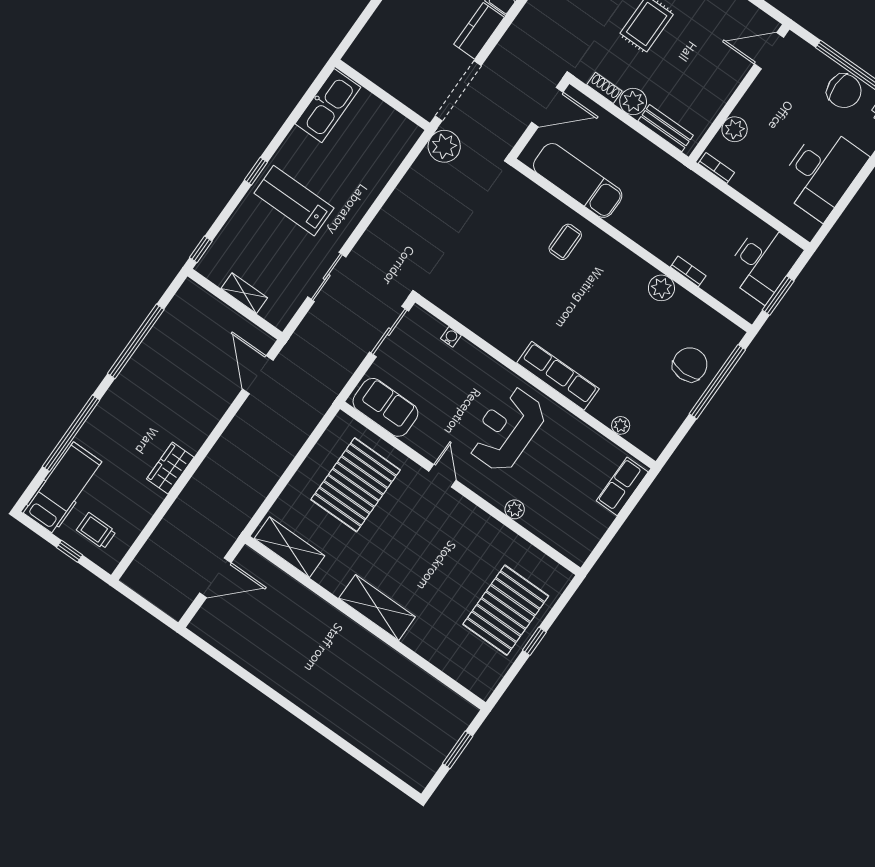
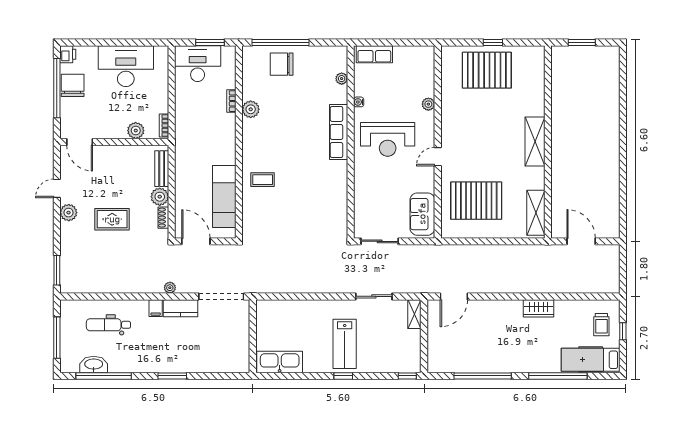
plant: (444, 146) -> (170, 288), moved, width x0.53, depth x0.53
shelving: (244, 293) -> (414, 314), moved
water cooler: (451, 337) -> (359, 102), moved

